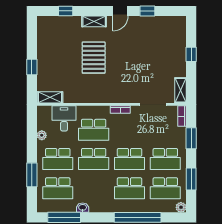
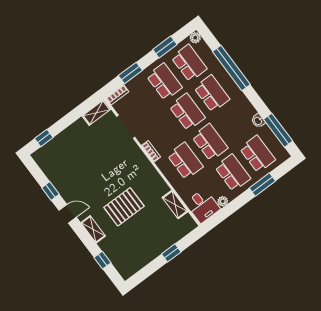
window: (191, 54) -> (44, 138), moved
shelving: (50, 97) -> (175, 205), moved
desk: (64, 118) -> (203, 206), moved, turned -90

